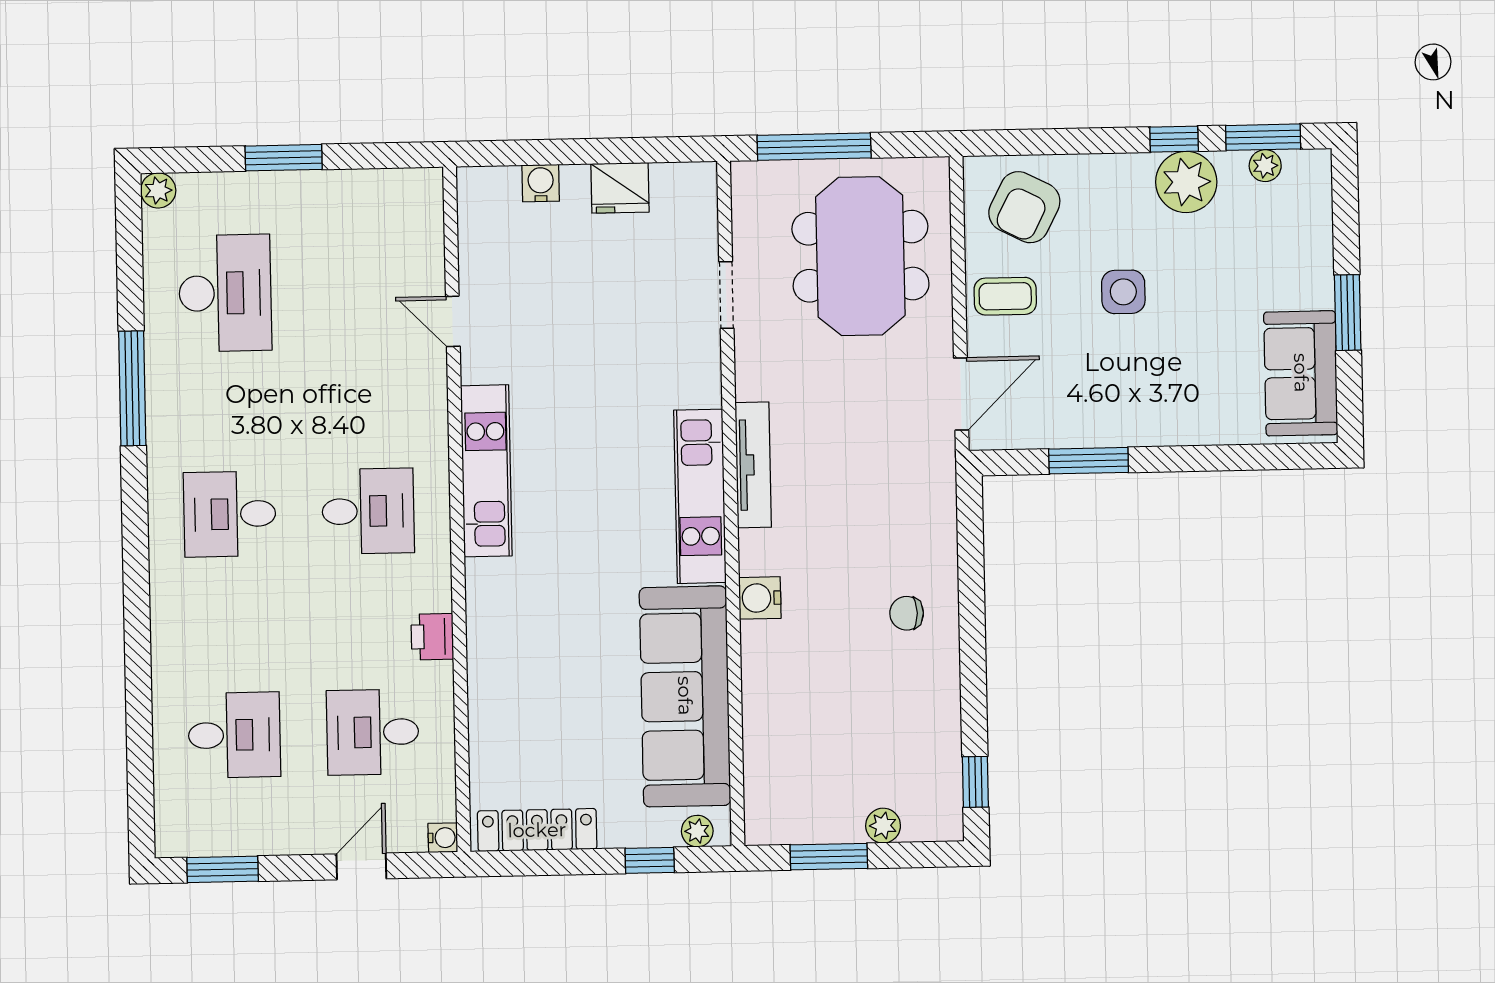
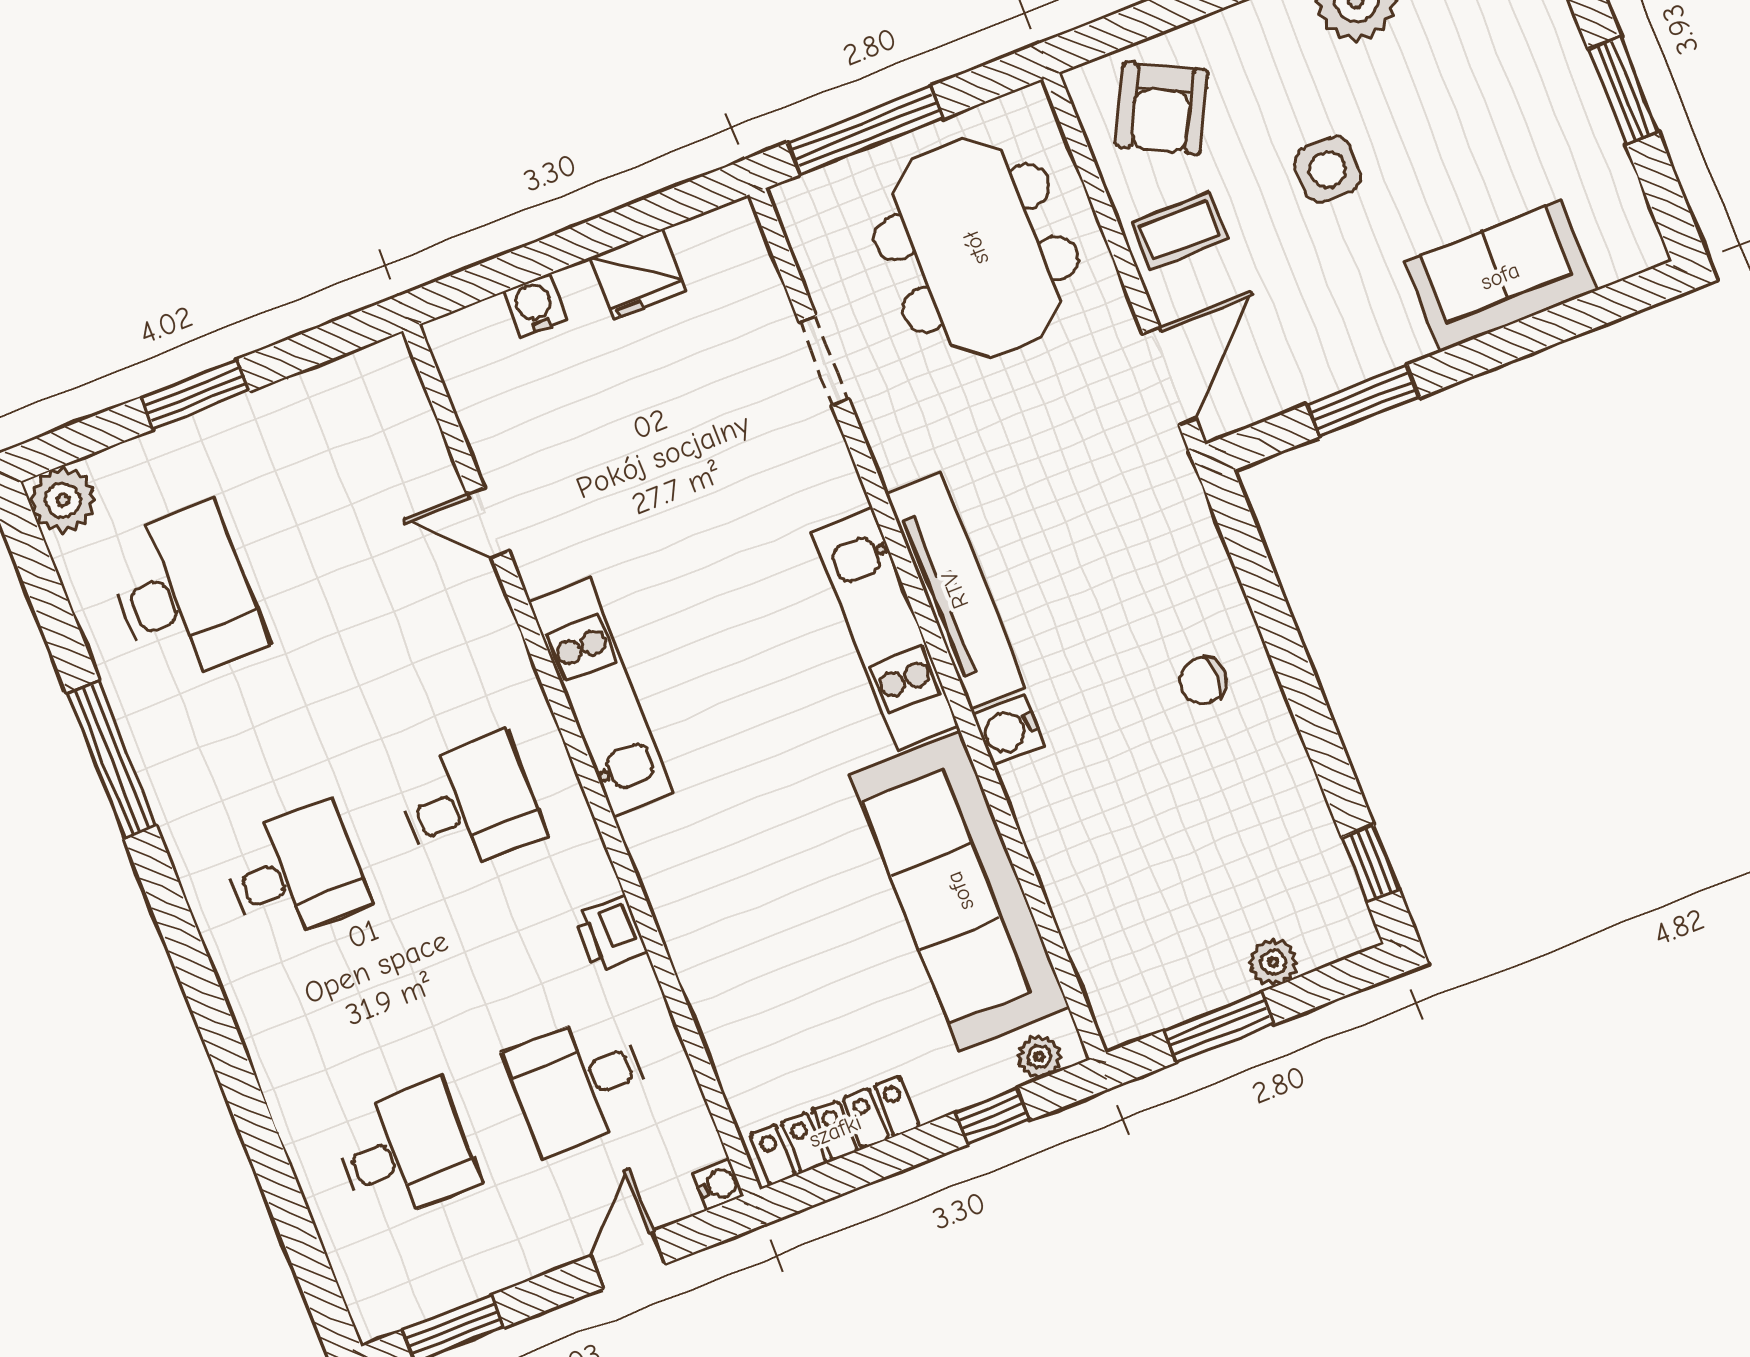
plant: (158, 190) -> (63, 500), width x1.38, depth x1.38
sofa: (1301, 373) -> (1500, 276), moved, turned 90
tv unit: (753, 465) -> (955, 590), width x1.36, depth x1.29
desk: (230, 514) -> (295, 873), turned 180

